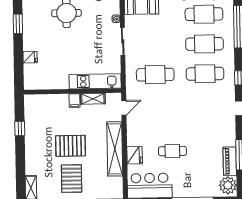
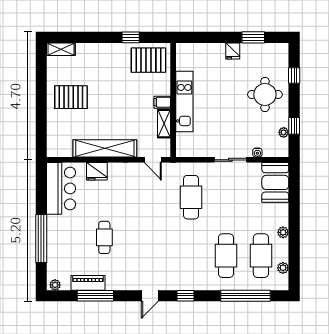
fridge: (30, 57) -> (233, 51), moved
cafe table: (205, 74) -> (191, 256), removed
kitchen unit: (95, 81) -> (184, 101), moved
pallet: (71, 146) -> (148, 60), moved, turned 90
cafe table: (172, 151) -> (104, 237), moved
plant: (228, 185) -> (55, 285), width x0.53, depth x0.53

